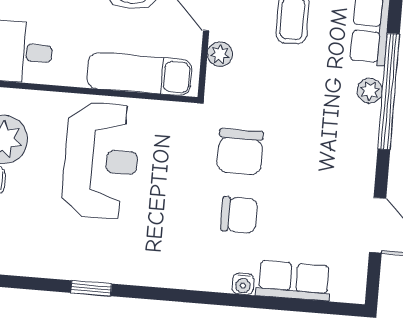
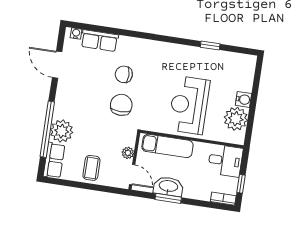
plant: (370, 91) -> (62, 131), width x1.87, depth x1.87
water cooler: (243, 284) -> (76, 33), moved
window: (91, 288) -> (210, 46), moved

